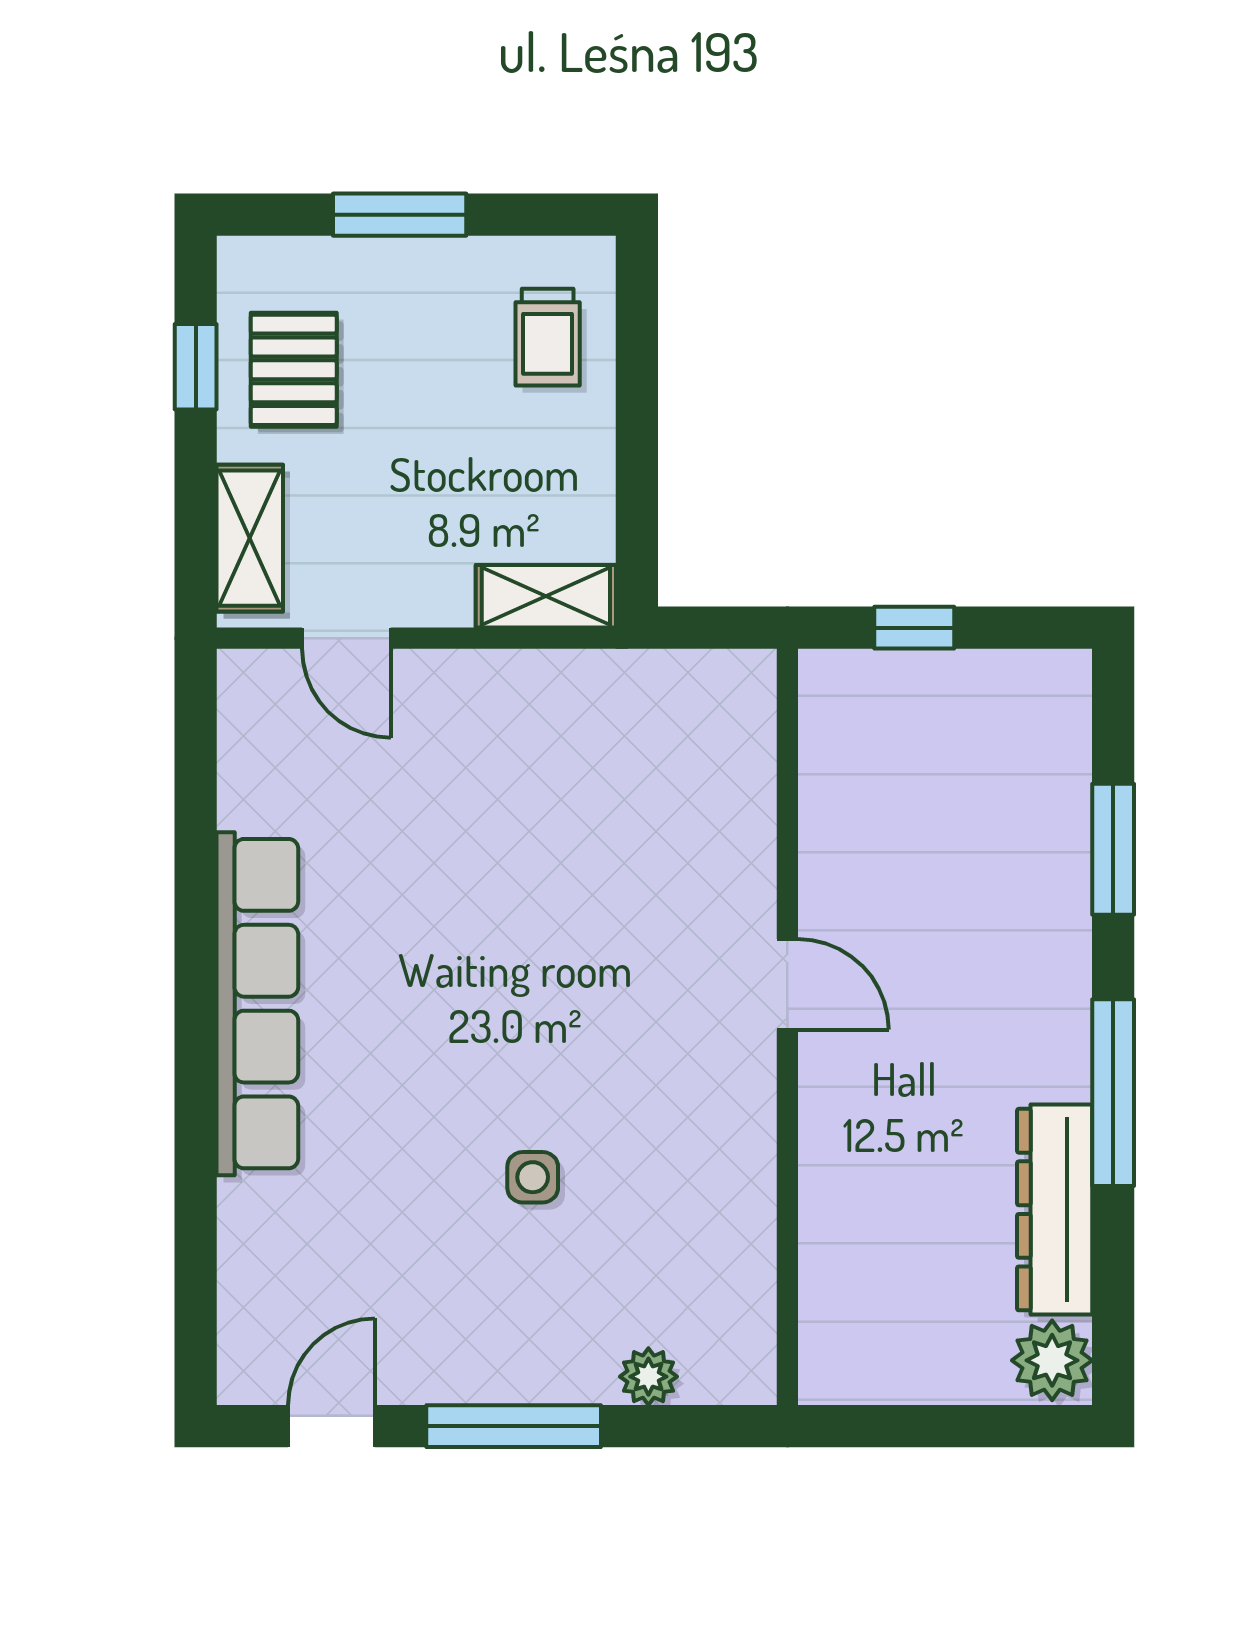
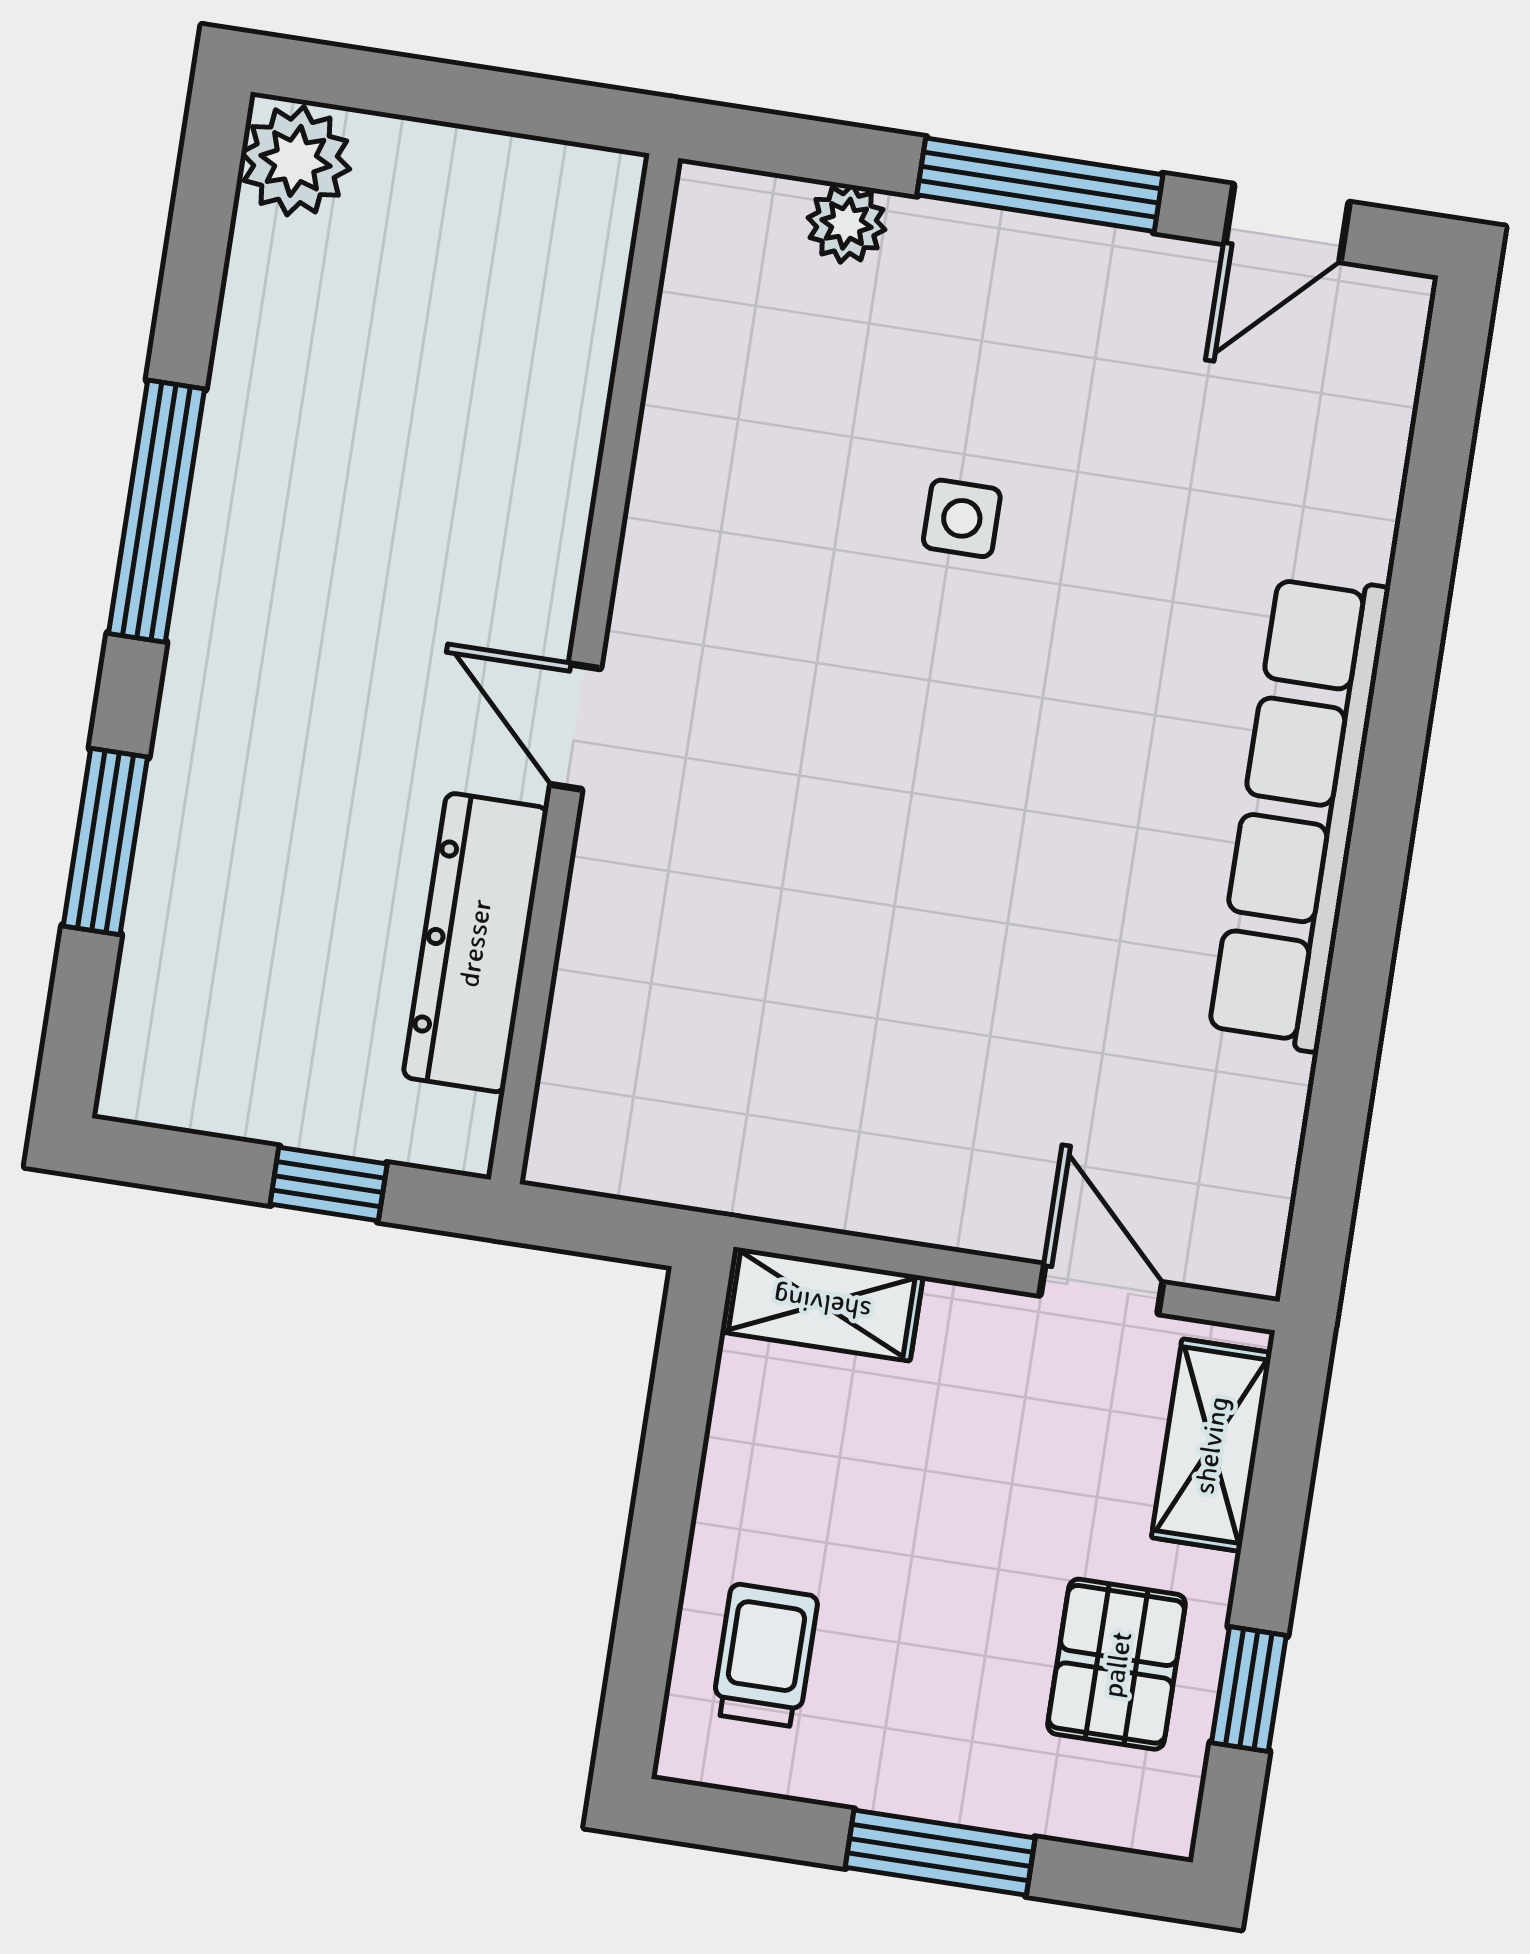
dresser: (1055, 1210) -> (475, 943), moved, turned 180

